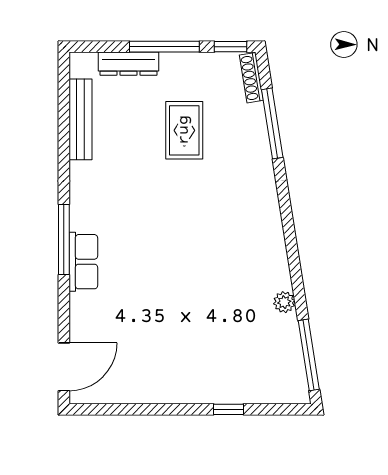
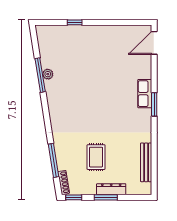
window: (164, 47) -> (106, 197), width x0.69
dresser: (129, 64) -> (111, 189), moved
window: (64, 239) -> (154, 104), width x0.69
window: (309, 355) -> (40, 75), moved

